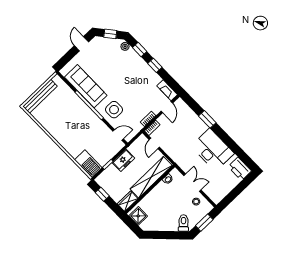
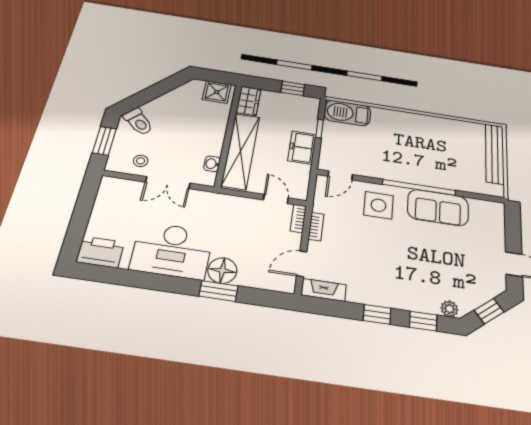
sofa: (86, 86) -> (438, 208), width x0.73
door: (167, 107) -> (302, 264), hinge flipped
floor lamp: (200, 127) -> (222, 271), added

